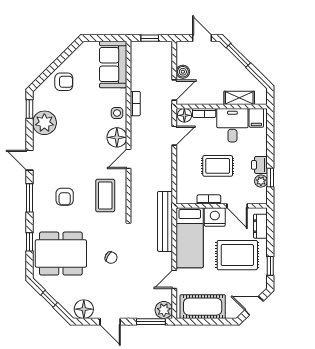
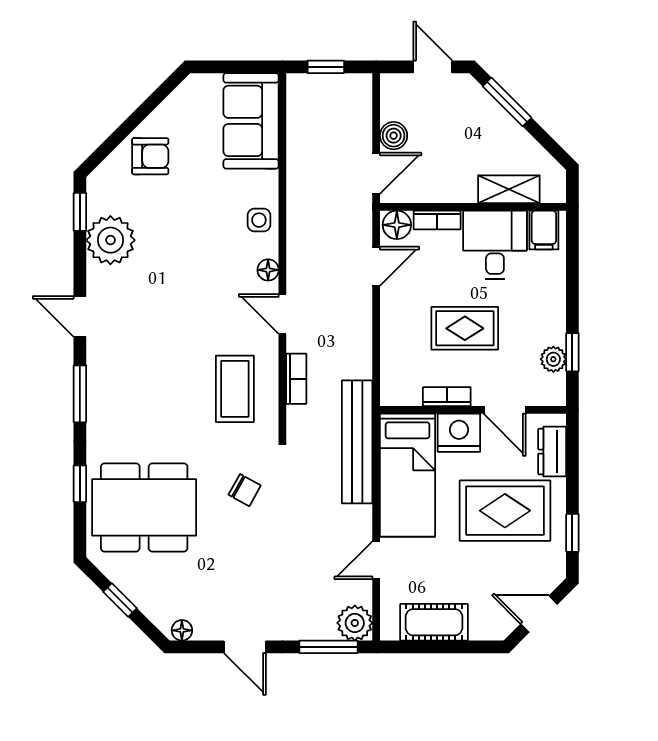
bookcase: (135, 104) -> (296, 379), moved
floor lamp: (117, 137) -> (268, 270), width x0.53, depth x0.53
door: (128, 159) -> (282, 314), hinge flipped
printer: (259, 165) -> (550, 326), removed
armchair: (65, 197) -> (152, 391), removed
chair: (111, 258) -> (245, 490), moved
cot: (203, 307) -> (434, 622), width x0.73, depth x0.75
floor lamp: (84, 309) -> (182, 630), width x0.53, depth x0.53

